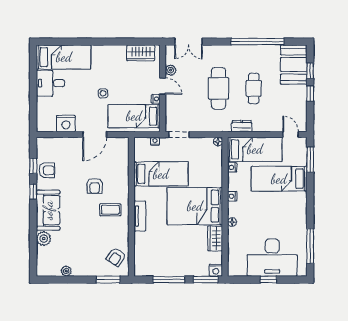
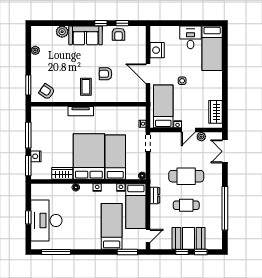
booth: (294, 65) -> (189, 238), moved
bed: (161, 174) -> (115, 157), moved, turned 180
nightstand: (216, 270) -> (36, 156), moved

